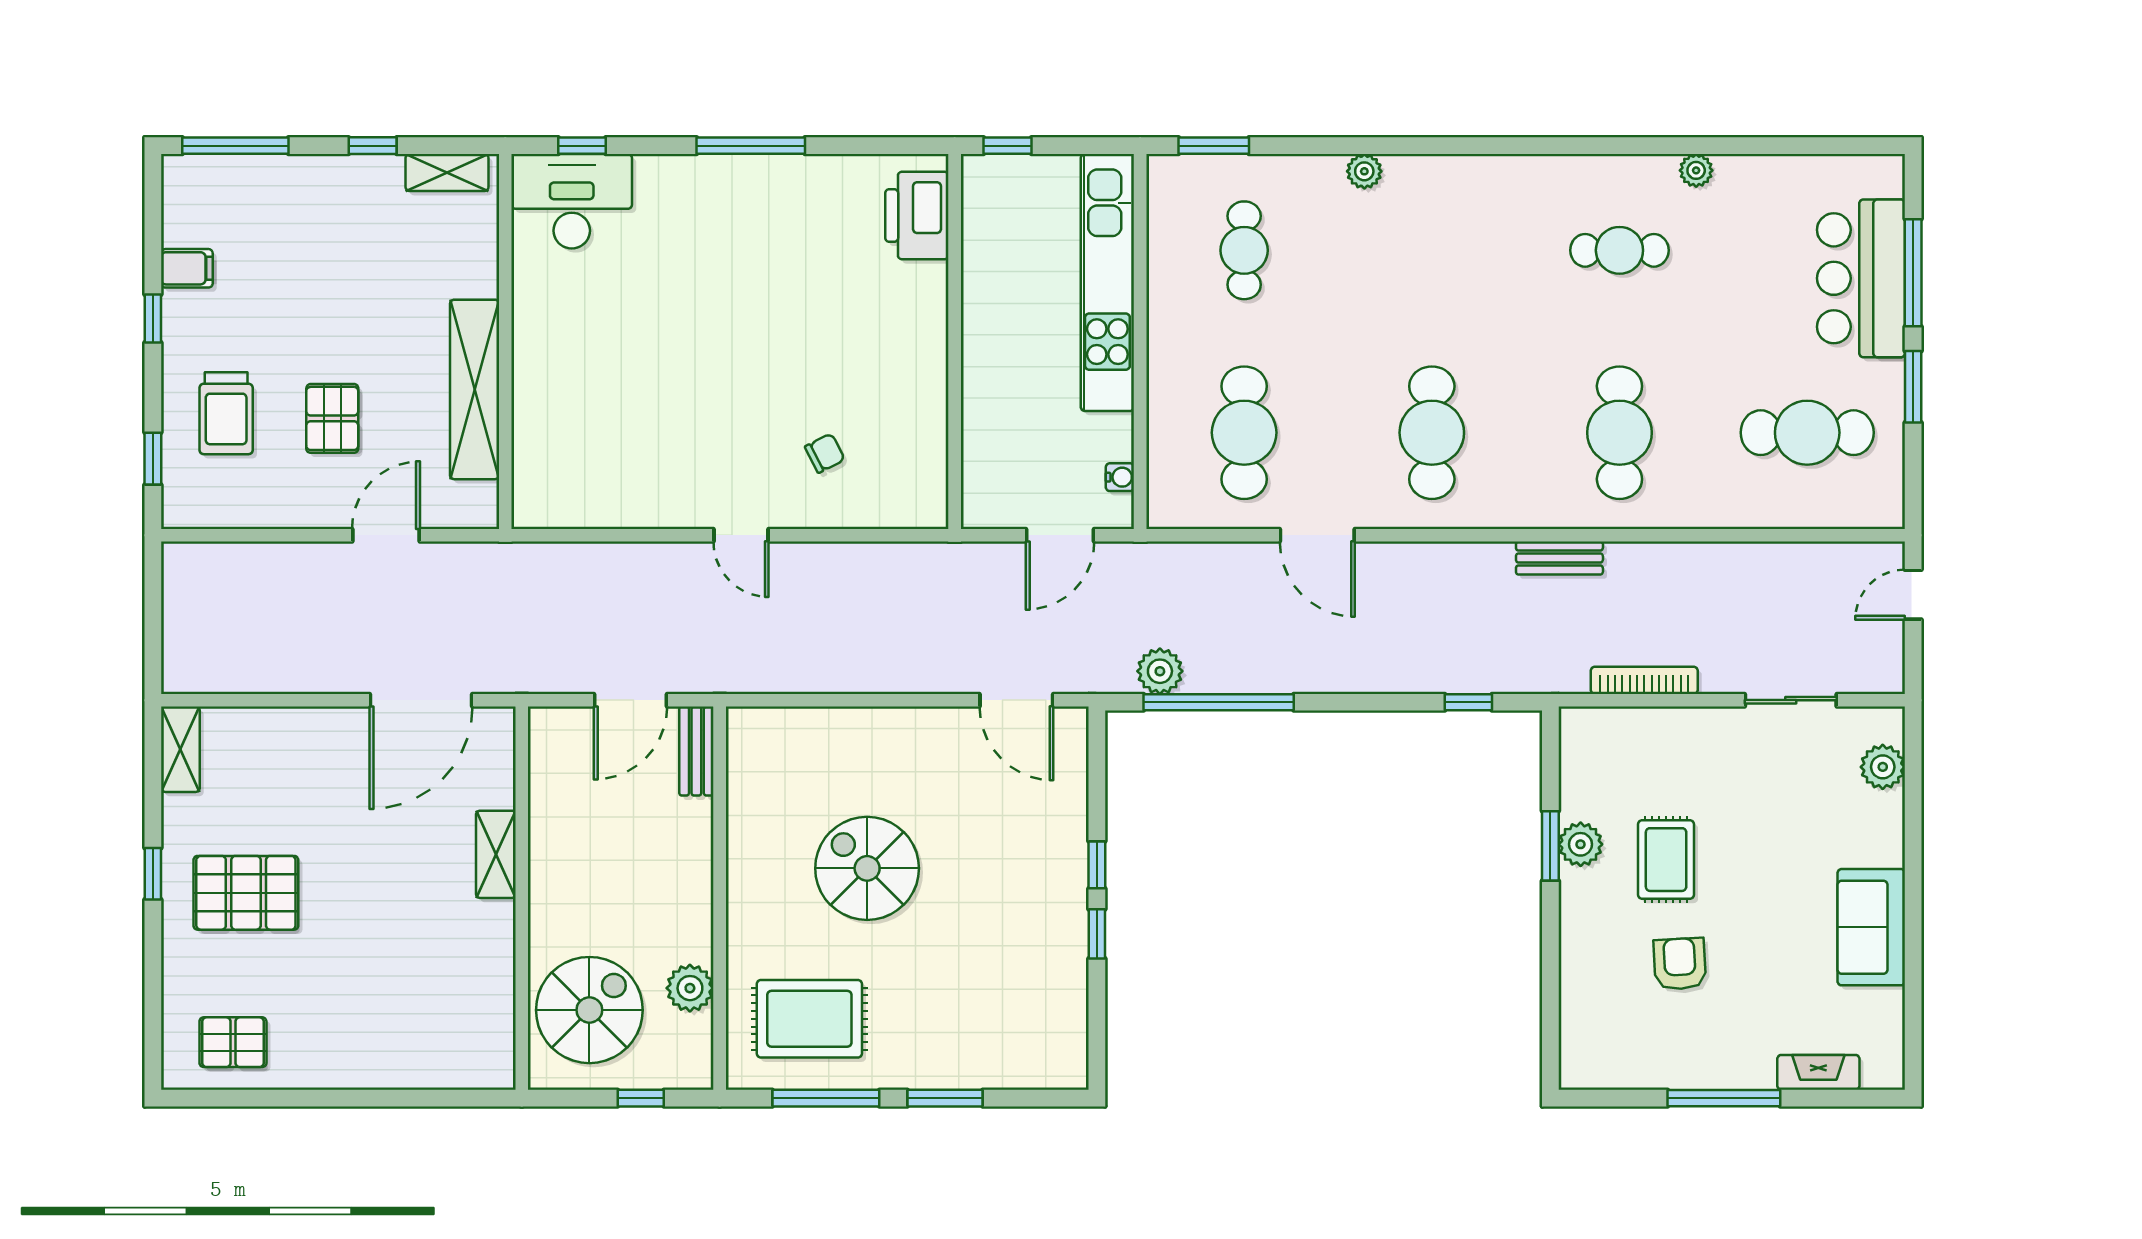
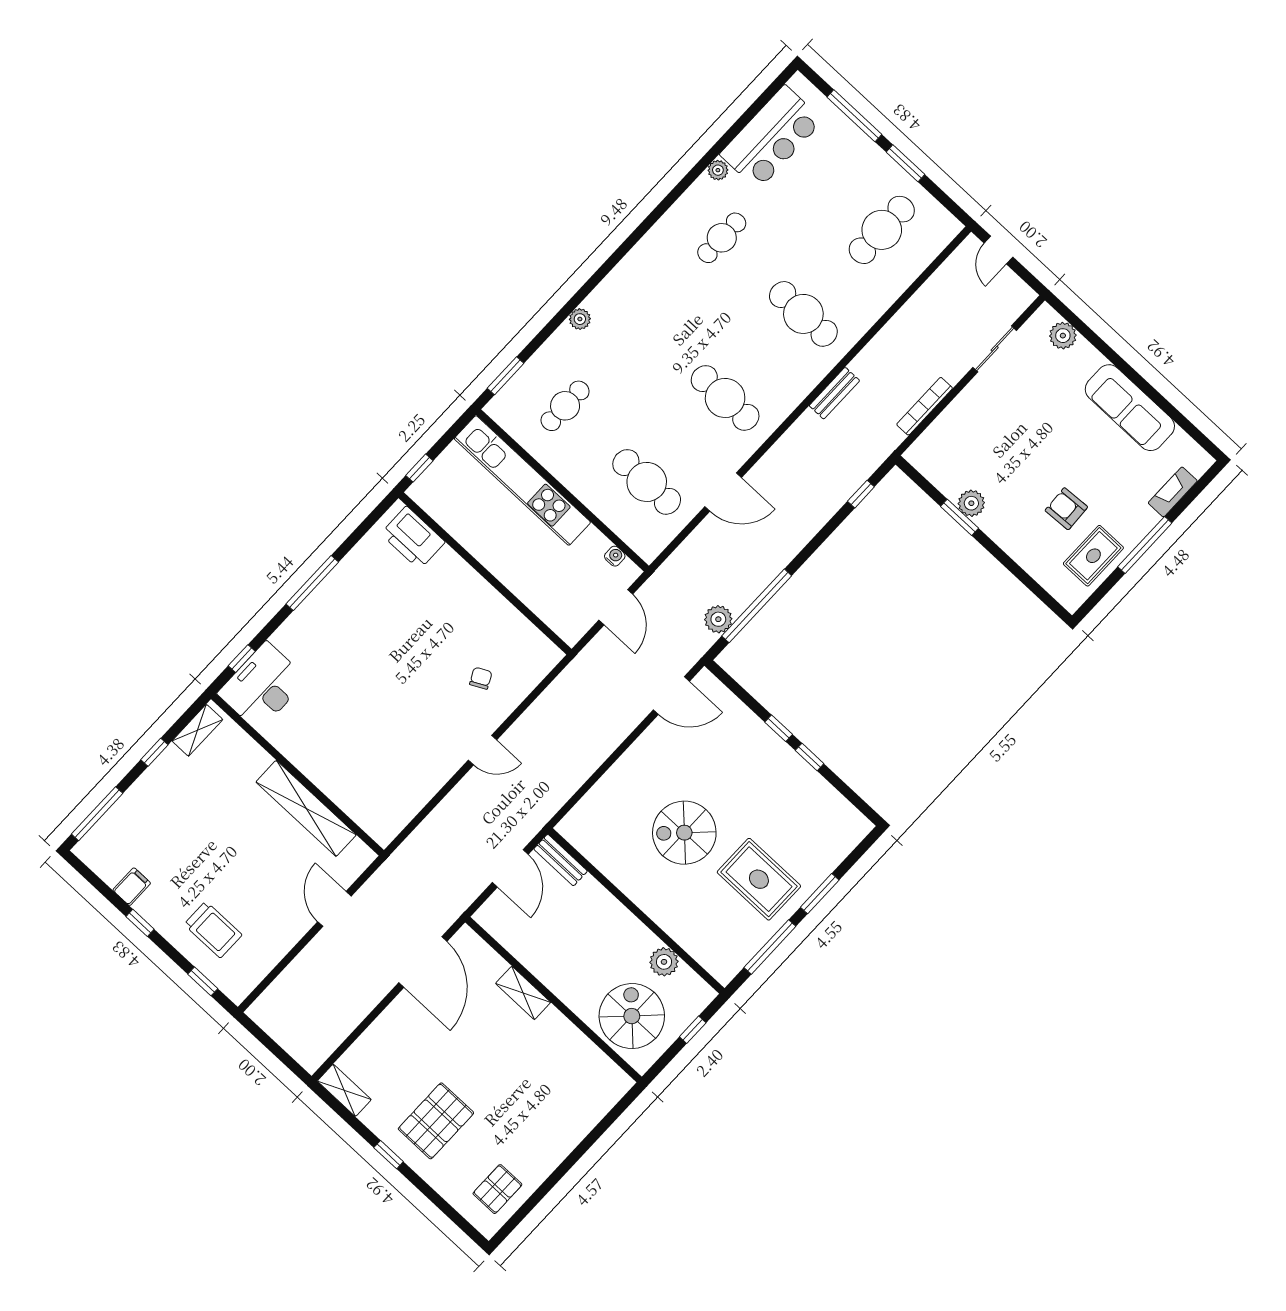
cafe table: (1244, 250) -> (565, 406), turned 90
bar counter: (1861, 278) -> (771, 137), moved, turned -90
pallet: (332, 418) -> (260, 884), removed
rug: (1666, 860) -> (1093, 556), moved, turned 90
sofa: (1871, 927) -> (1130, 408), width x1.36
rug: (809, 1019) -> (759, 879), moved, turned 90

